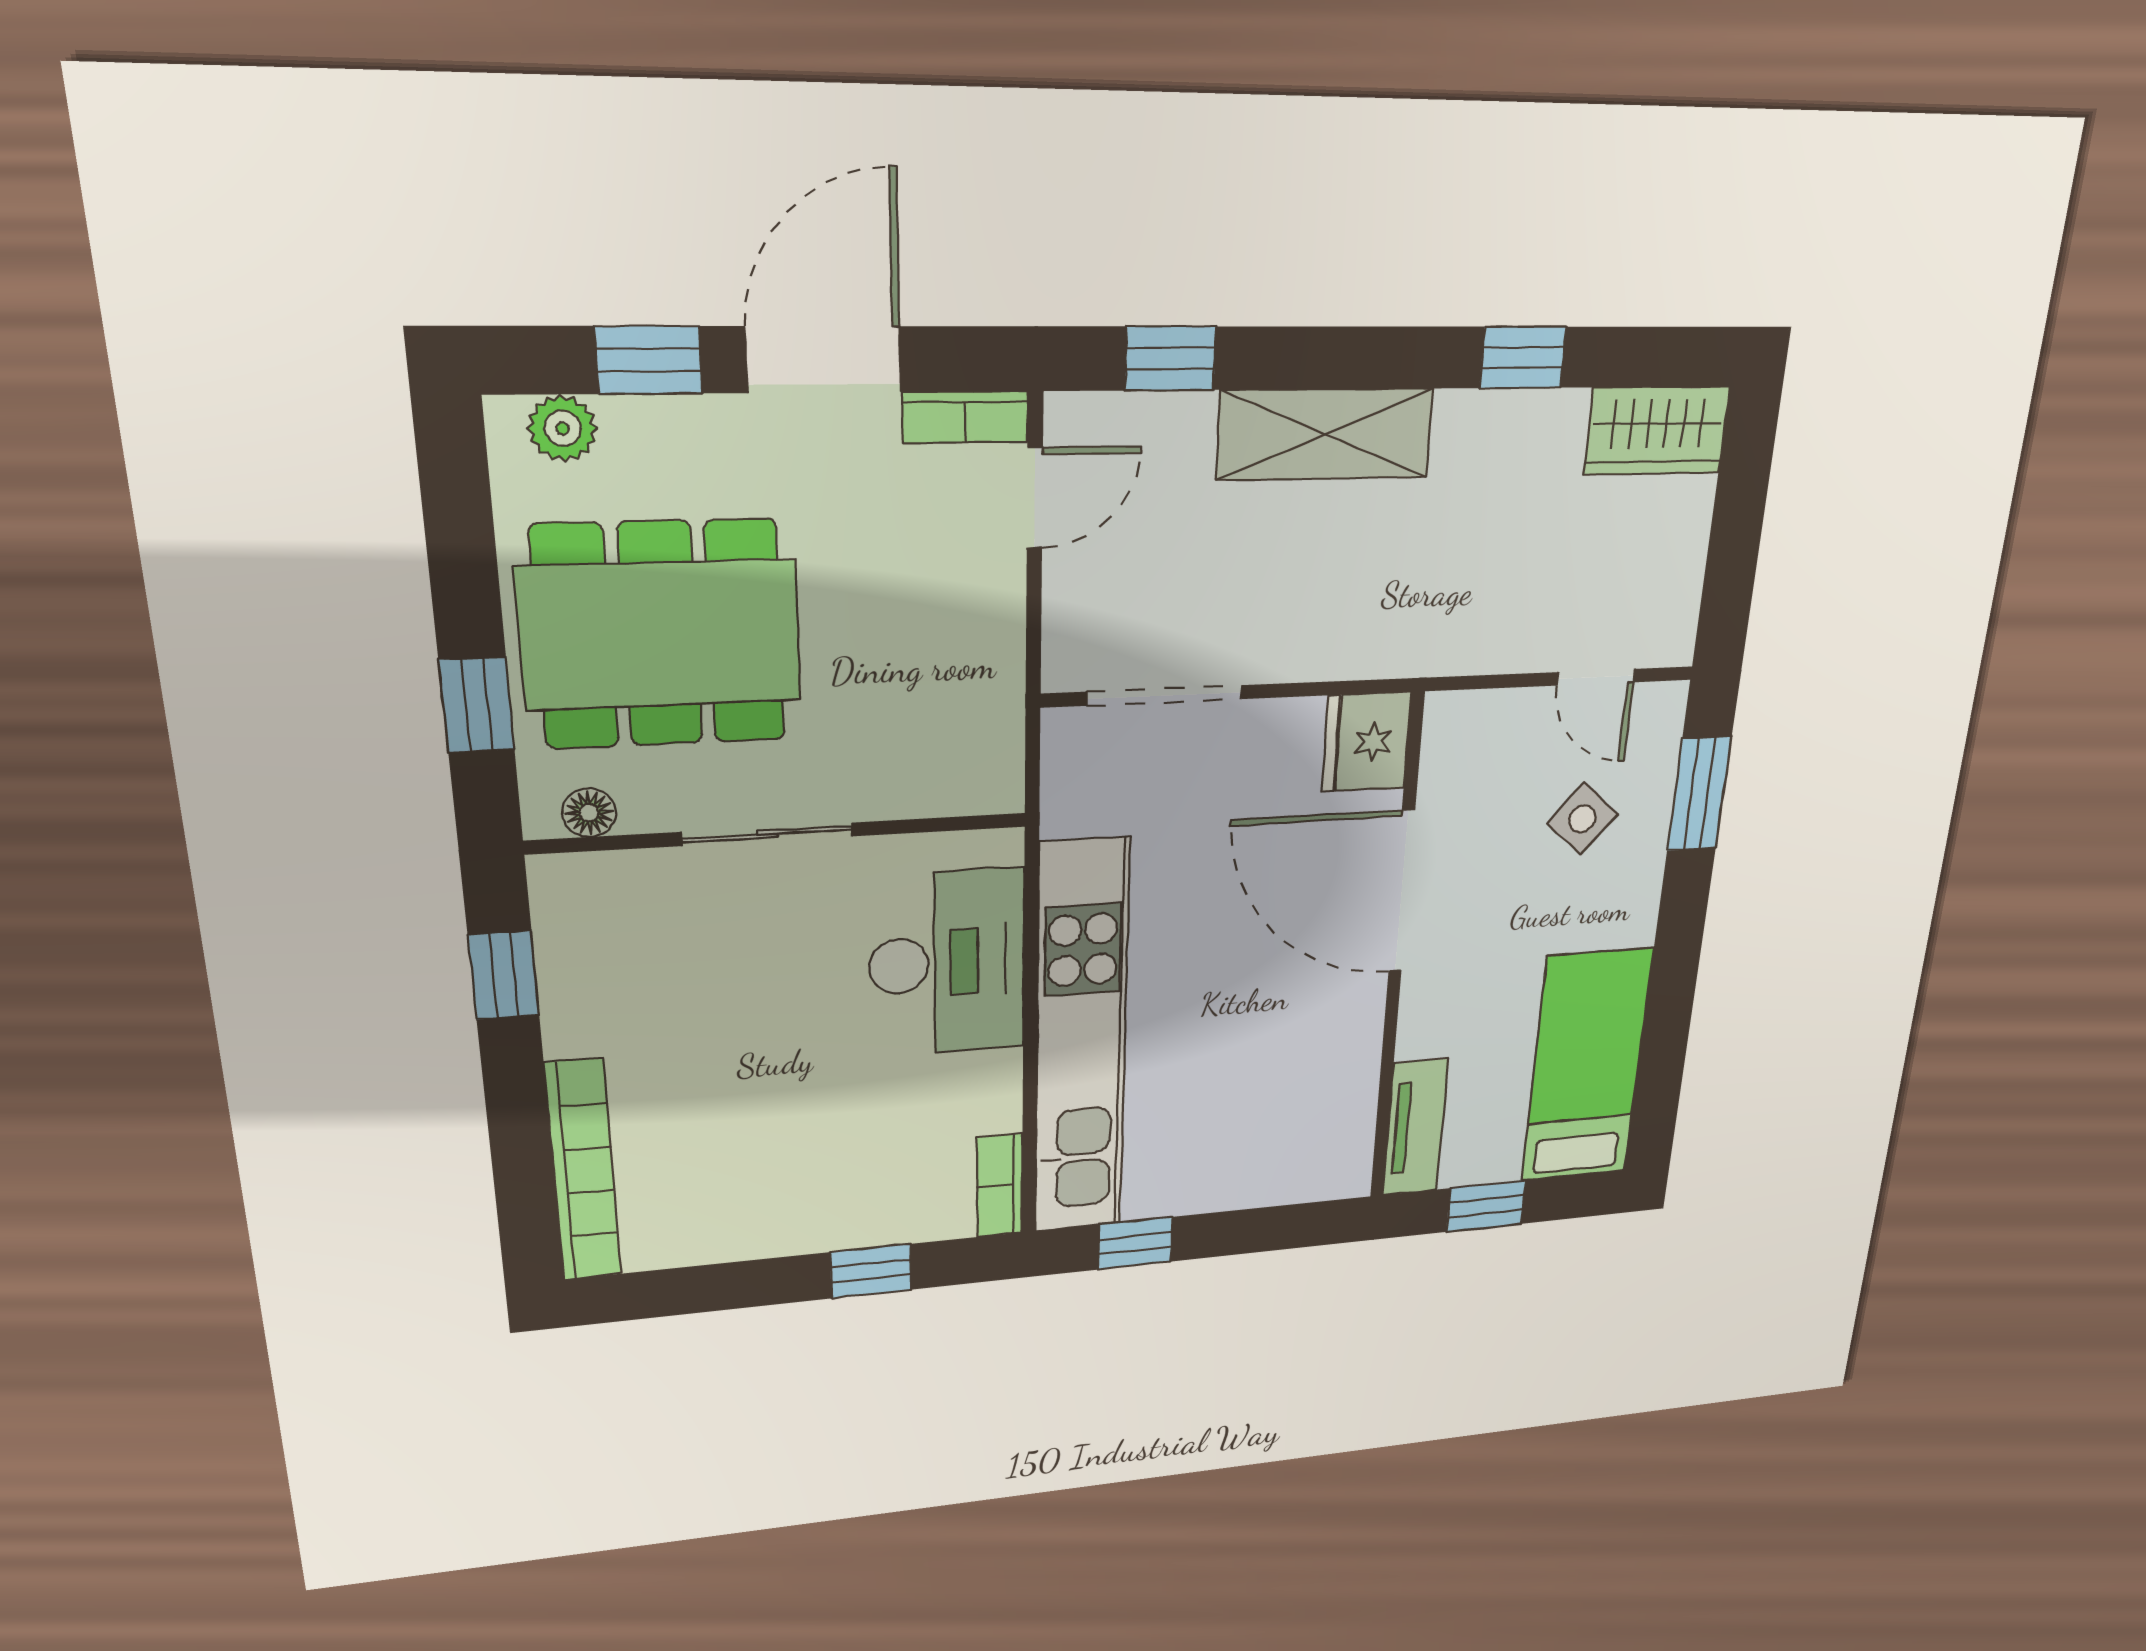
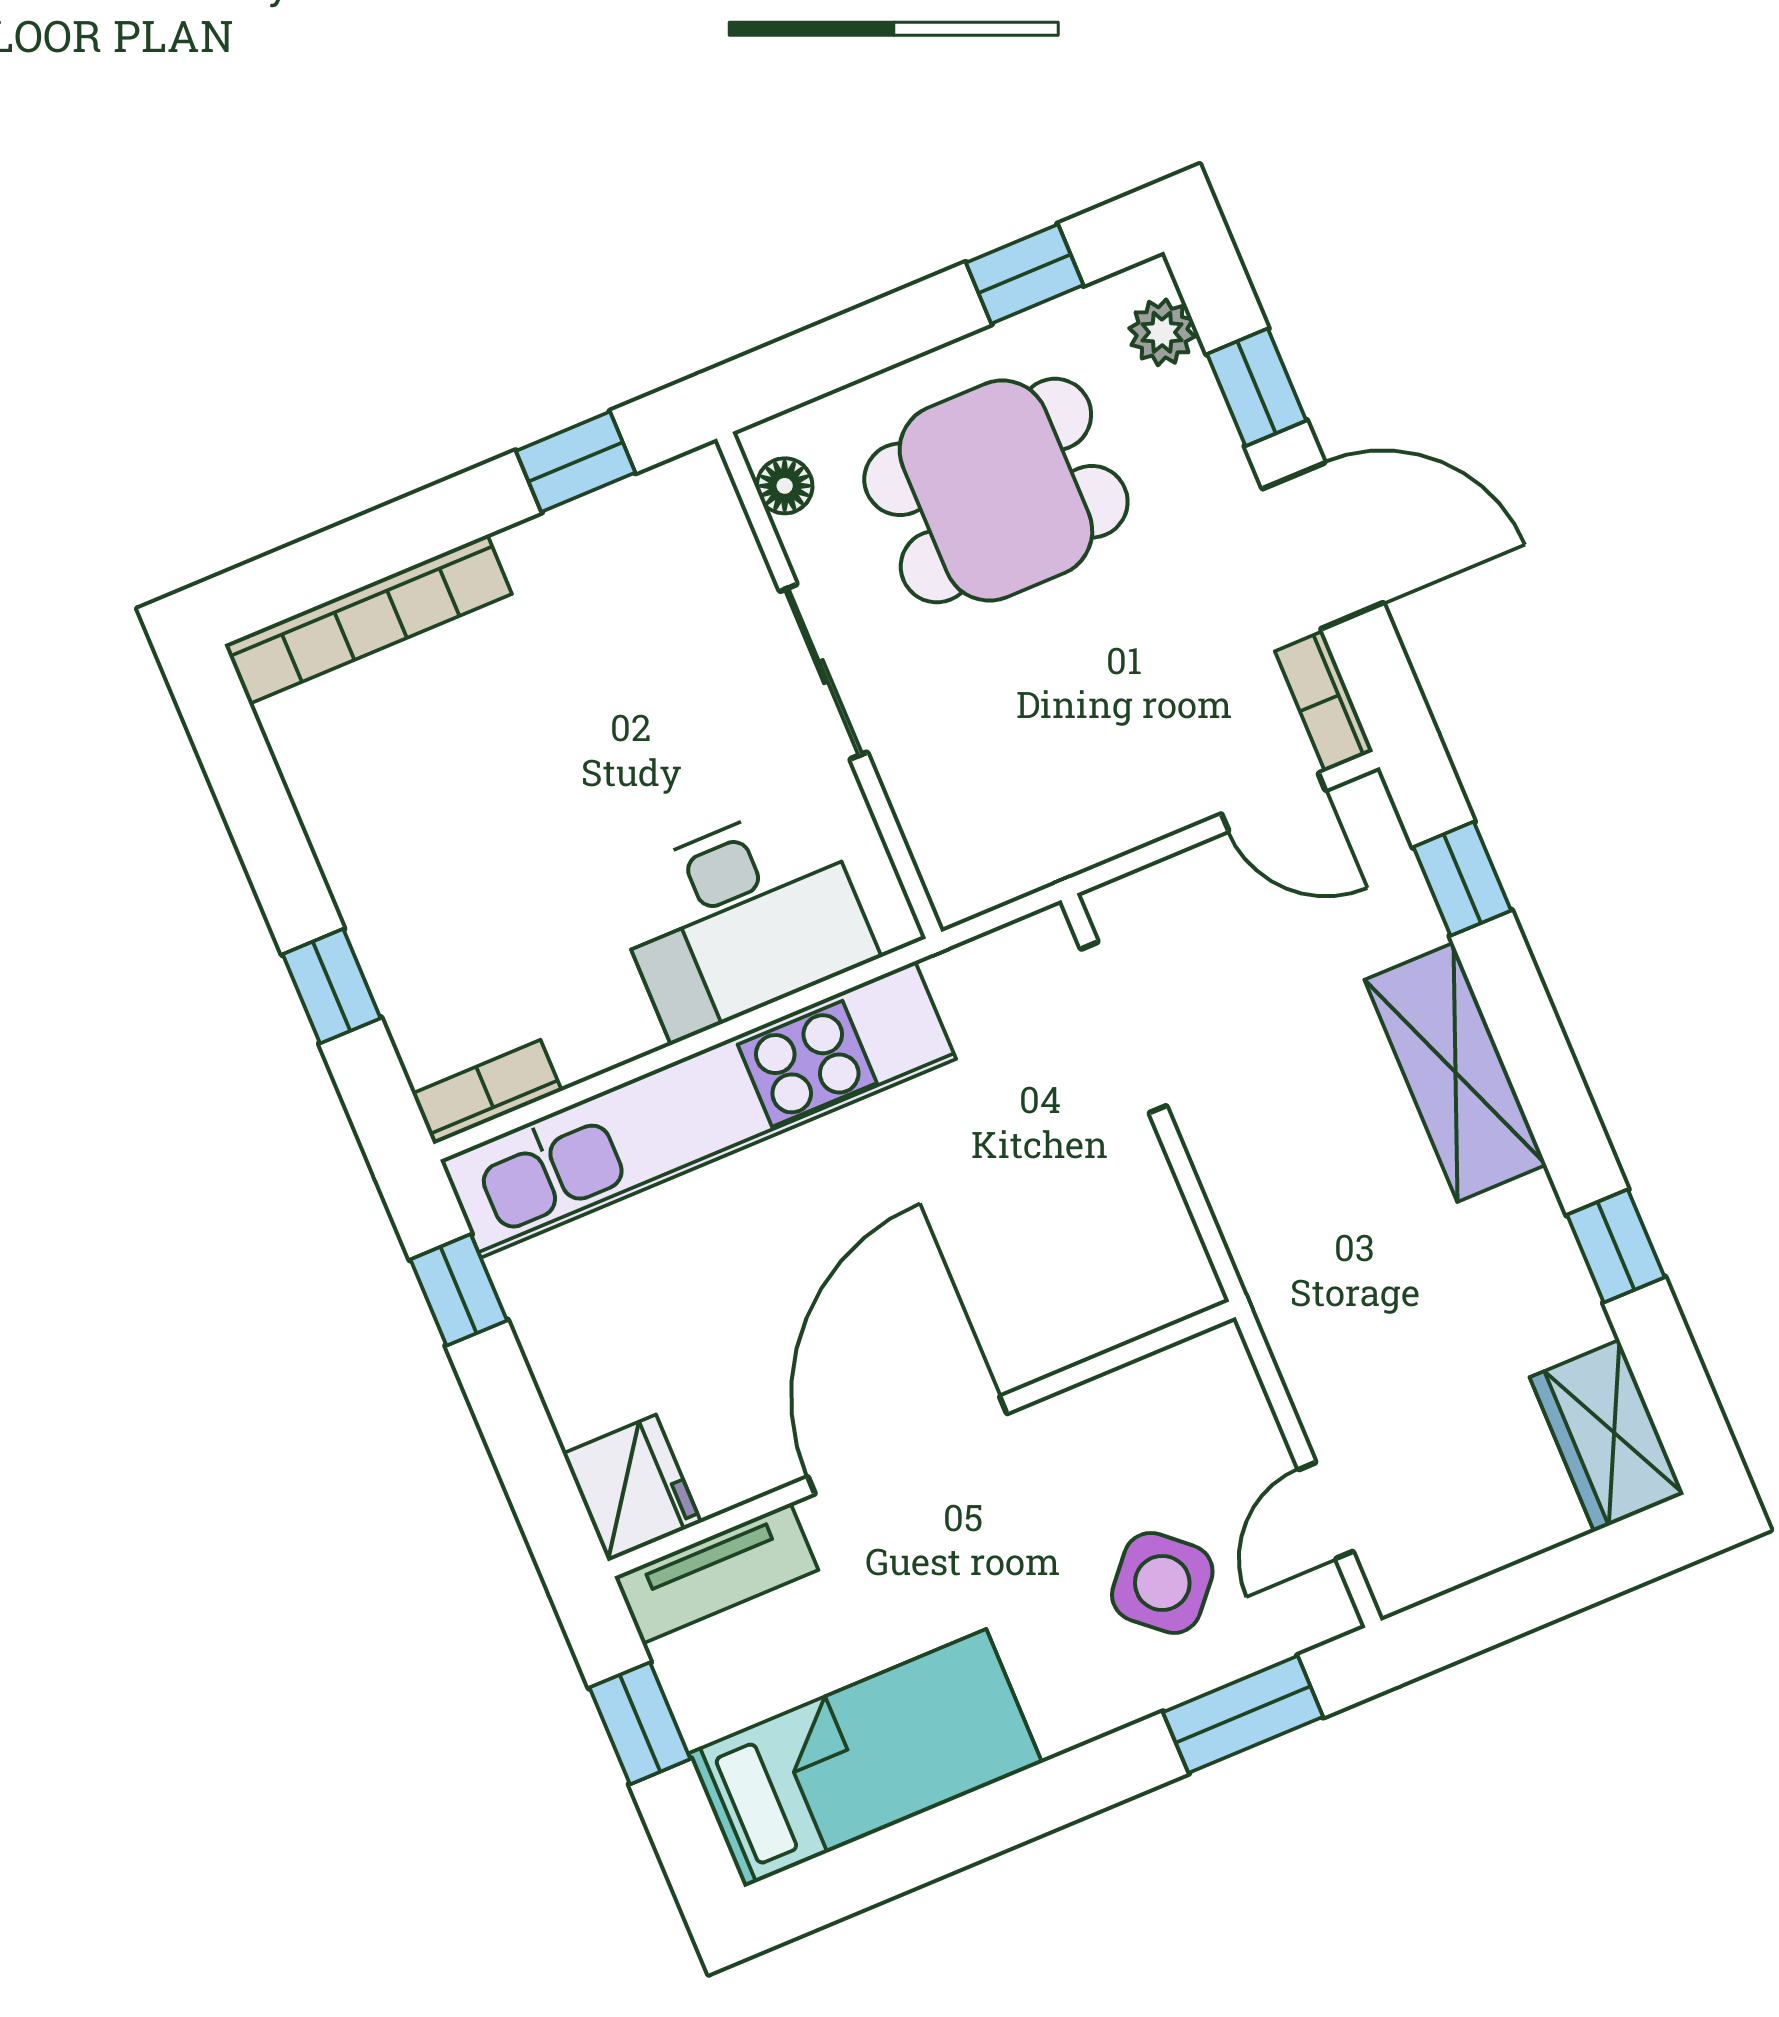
dining table: (661, 635) -> (996, 491), width x0.73
window: (477, 705) -> (1025, 274), moved
fridge: (1367, 742) -> (632, 1488), moved, turned 90
side table: (1582, 819) -> (1162, 1583), width x1.37, depth x1.37
door: (1402, 892) -> (907, 1445), moved

